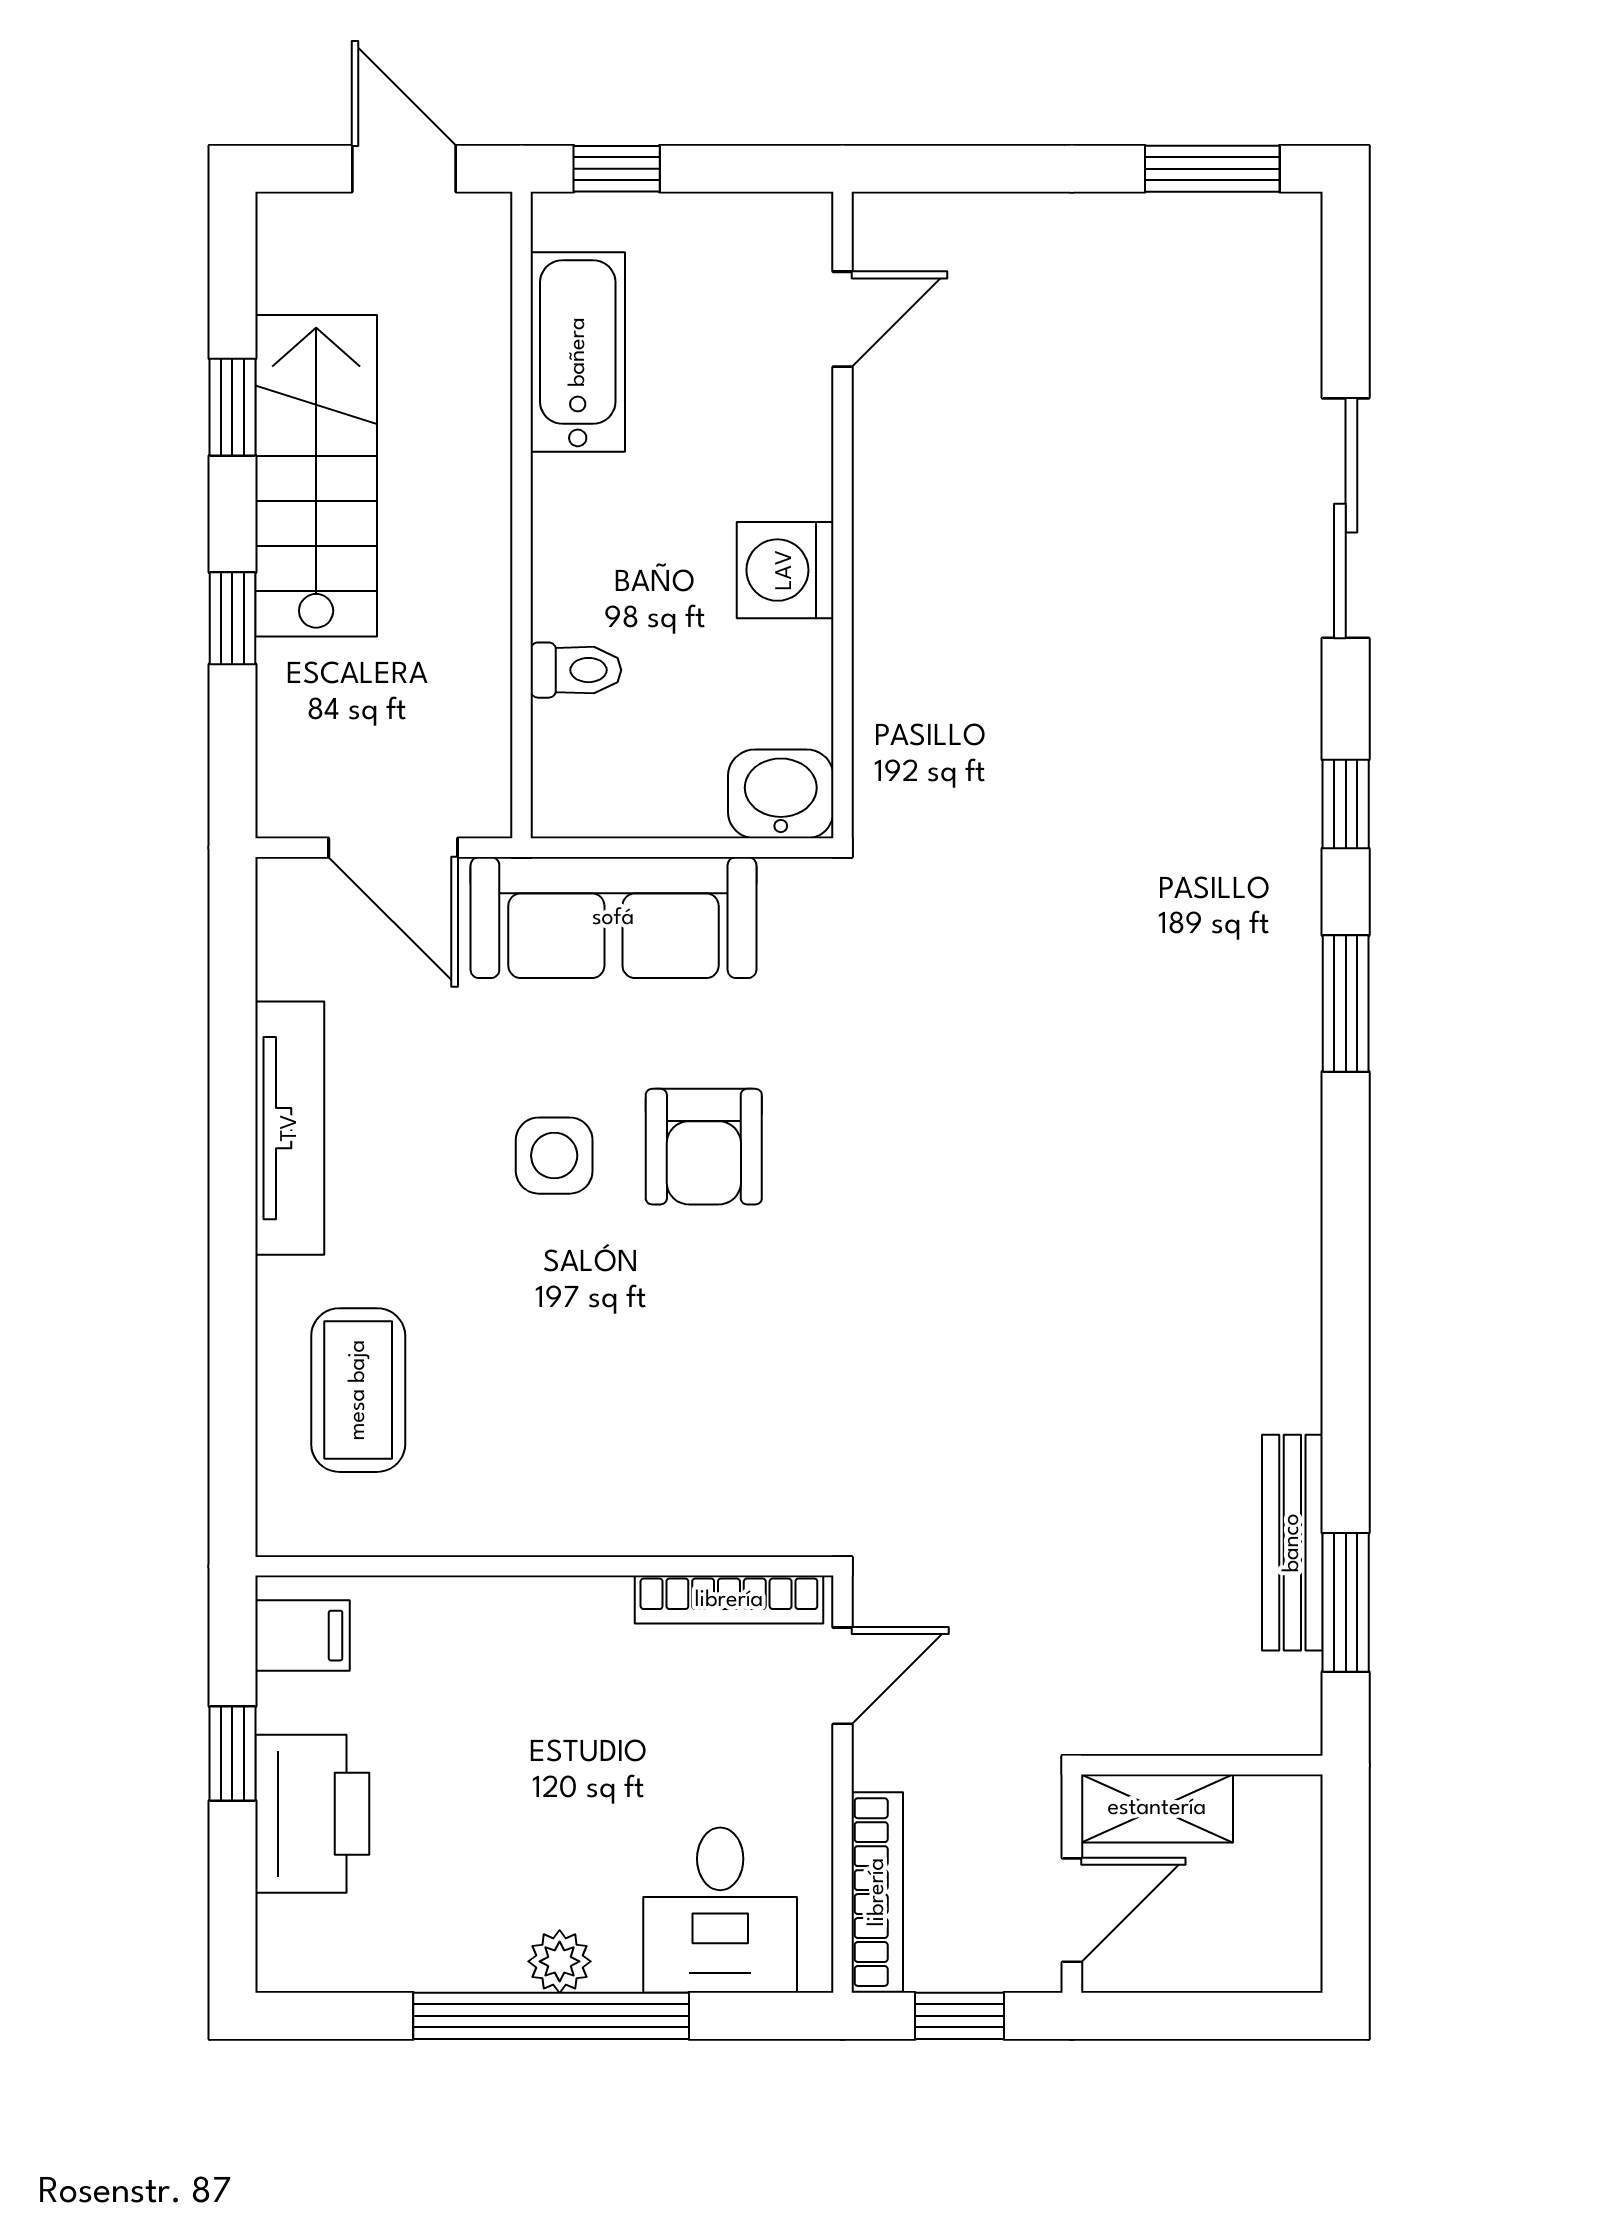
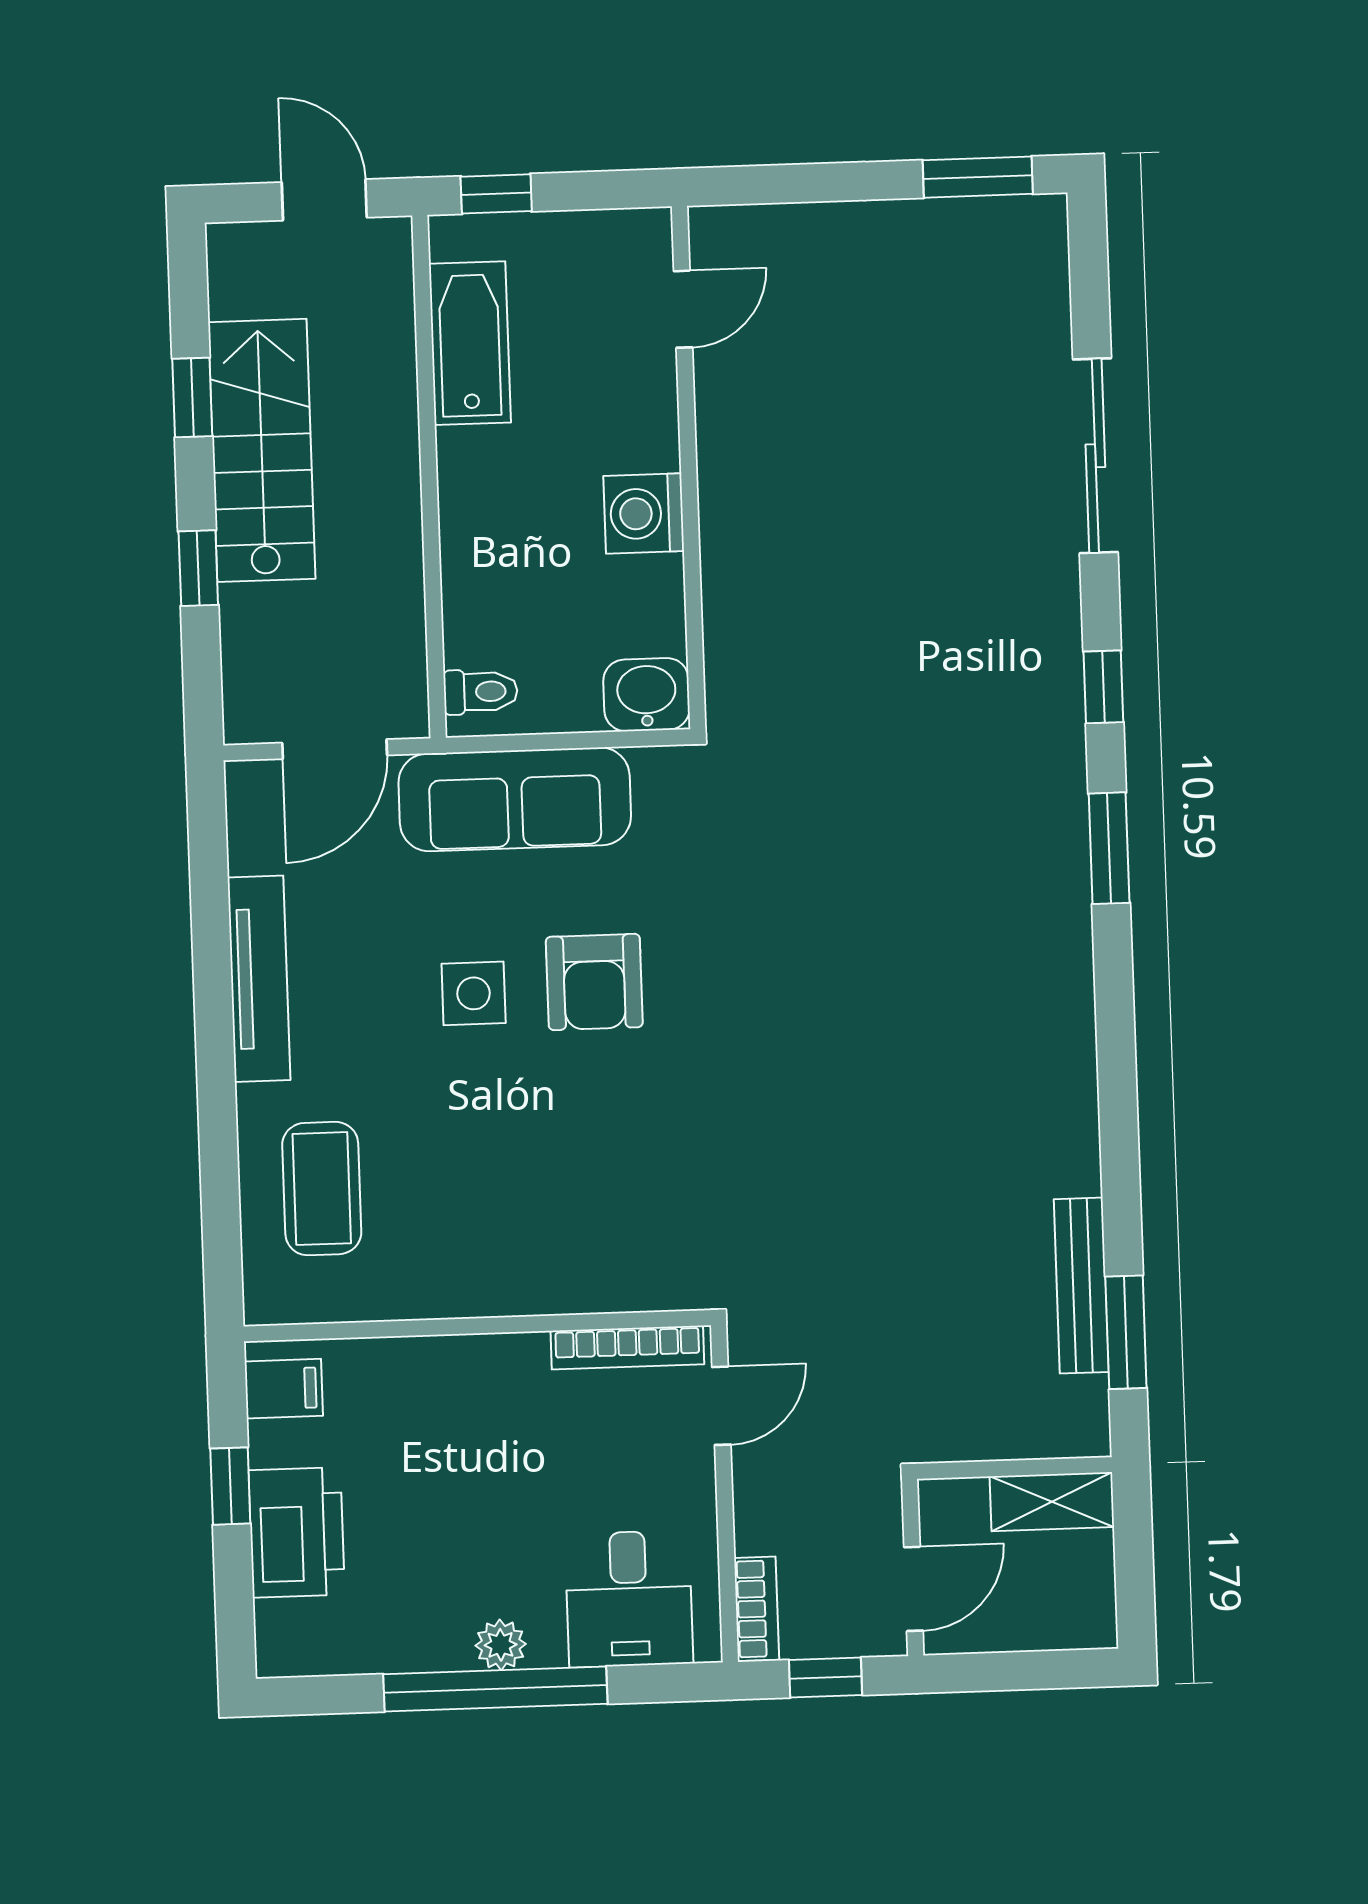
toilet: (576, 670) -> (481, 692), moved
door: (393, 848) -> (335, 749), hinge flipped
shelving: (1157, 1808) -> (1052, 1502), moved
bookcase: (877, 1892) -> (757, 1609), width x0.64

